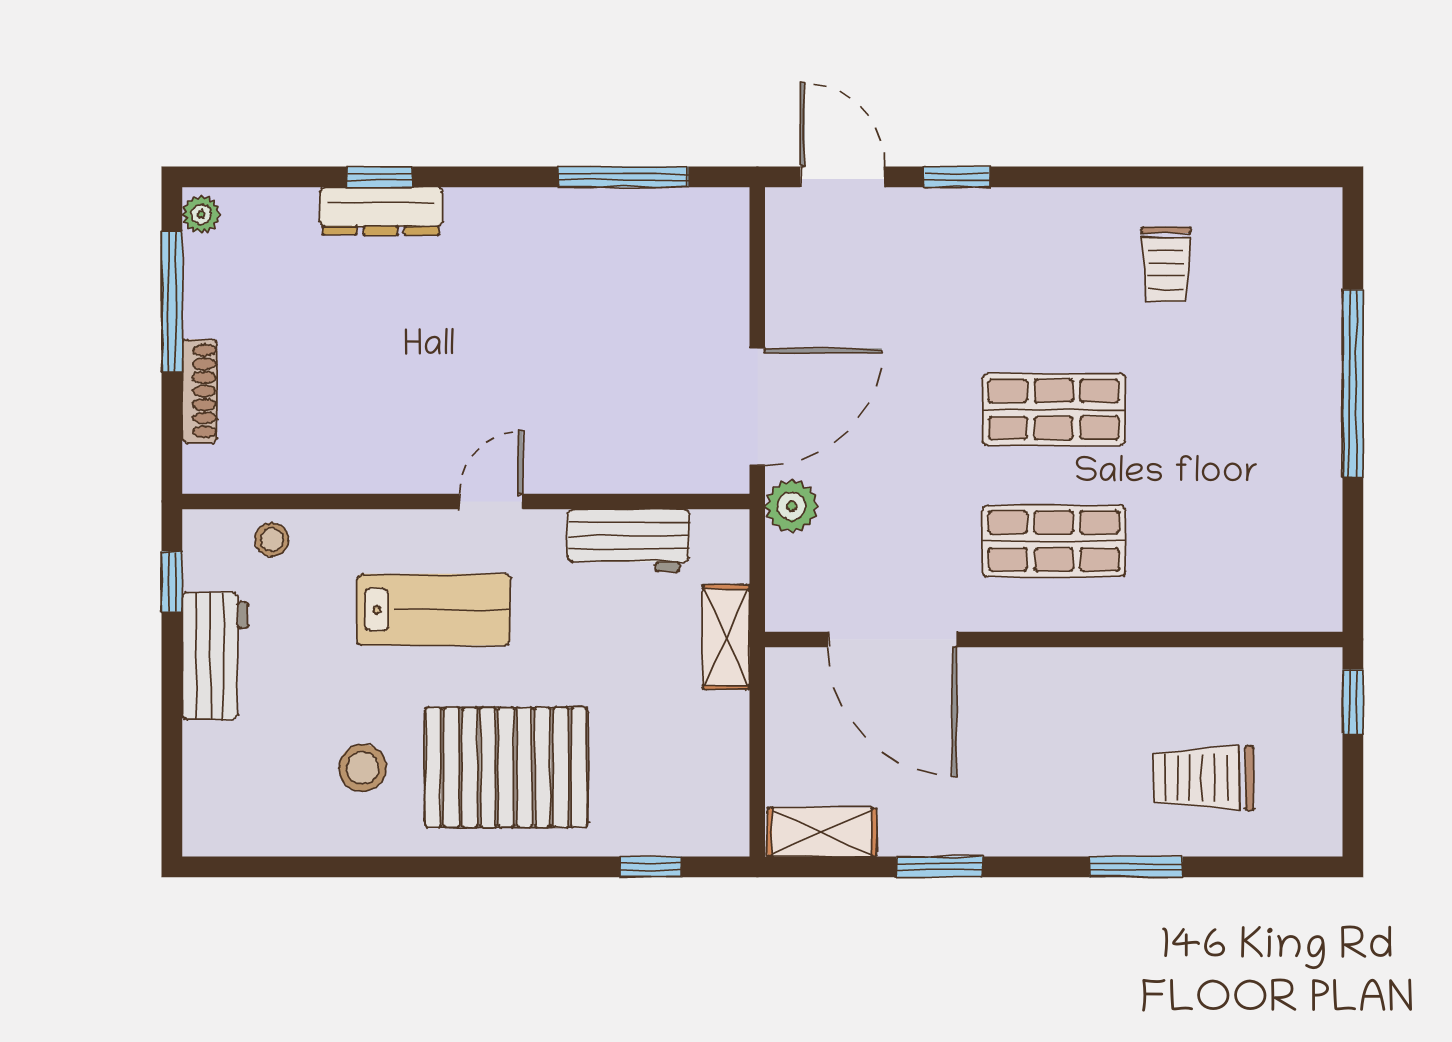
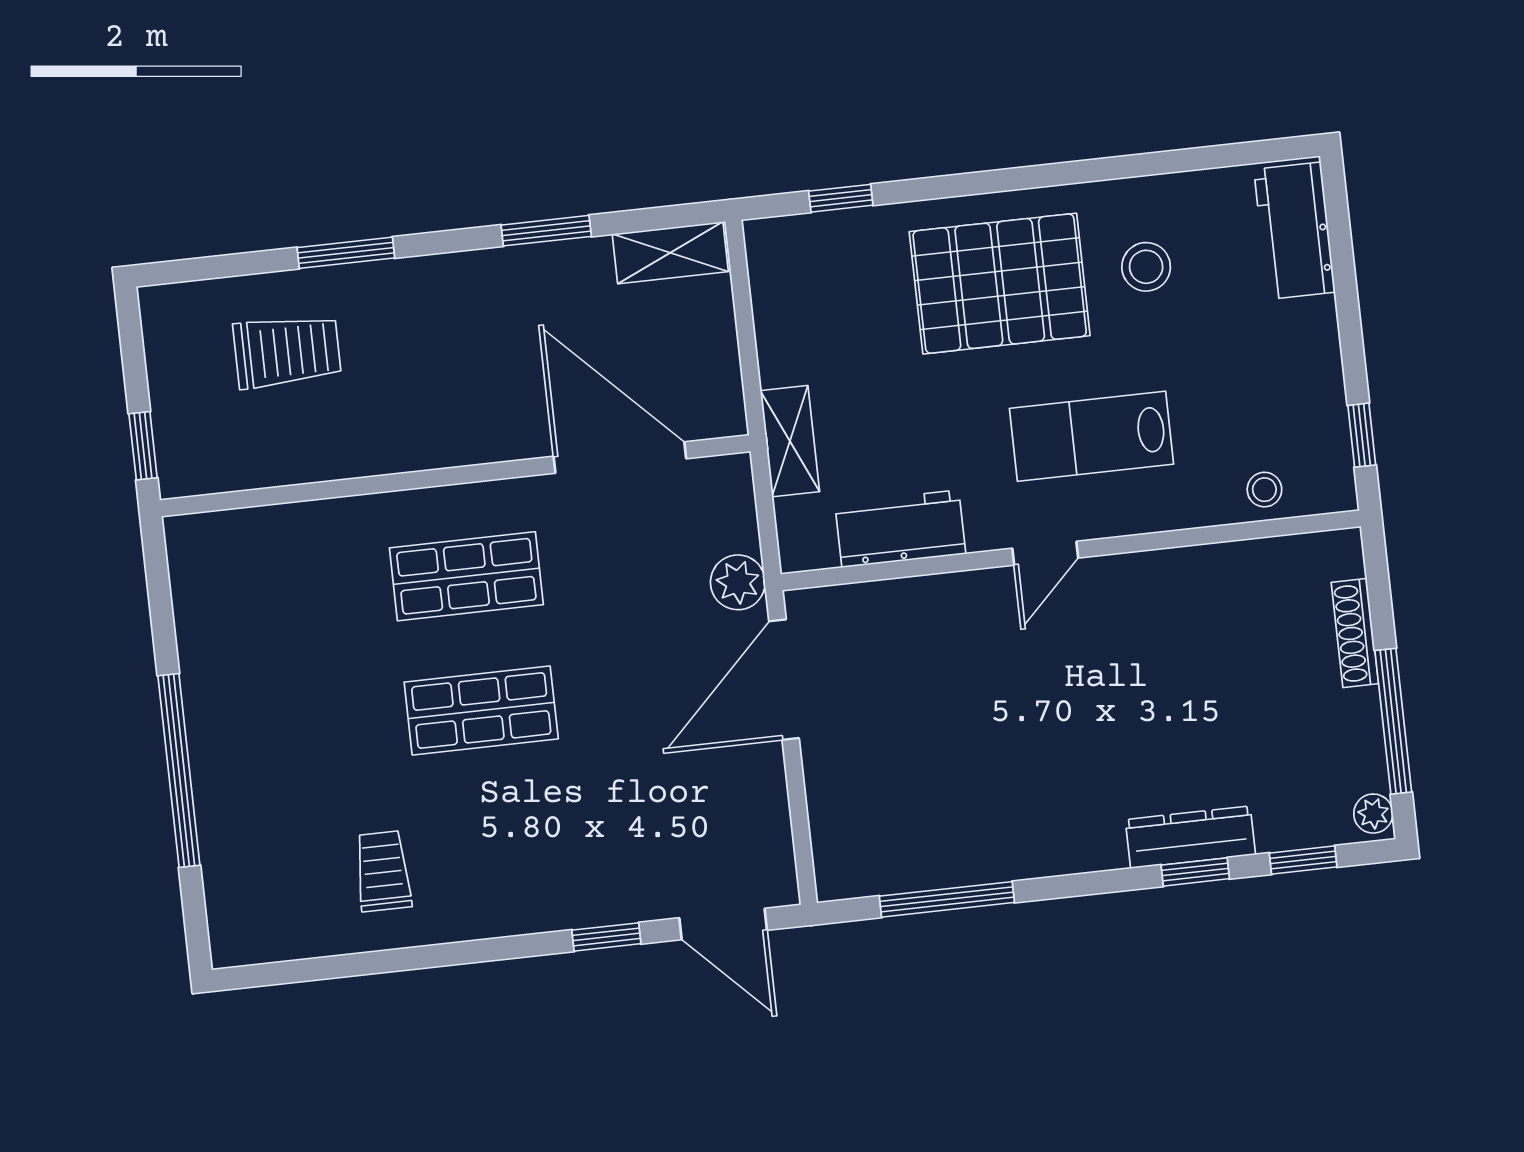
window: (274, 177) -> (1303, 860), added
workbench: (215, 656) -> (1295, 231), moved

